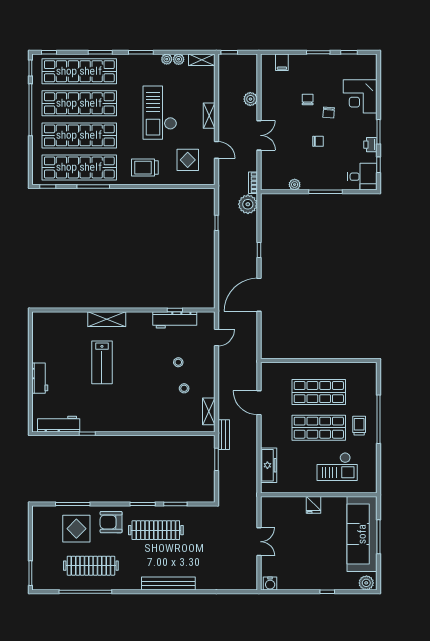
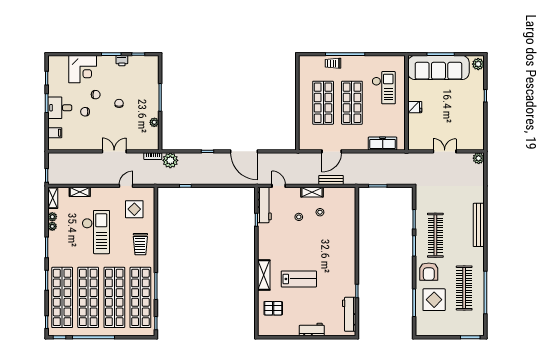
plant: (250, 99) -> (479, 158), moved
checkout: (160, 113) -> (96, 232), turned -90
shelving: (209, 116) -> (80, 192), moved
desk: (362, 177) -> (60, 108), moved, turned -90
workbench: (175, 320) -> (264, 205), moved
pallet: (66, 331) -> (273, 308), added
shelving: (209, 411) -> (312, 192), moved
trolley: (359, 426) -> (333, 63), moved
bench: (224, 435) -> (331, 180), moved
water cooler: (270, 584) -> (479, 142), removed

